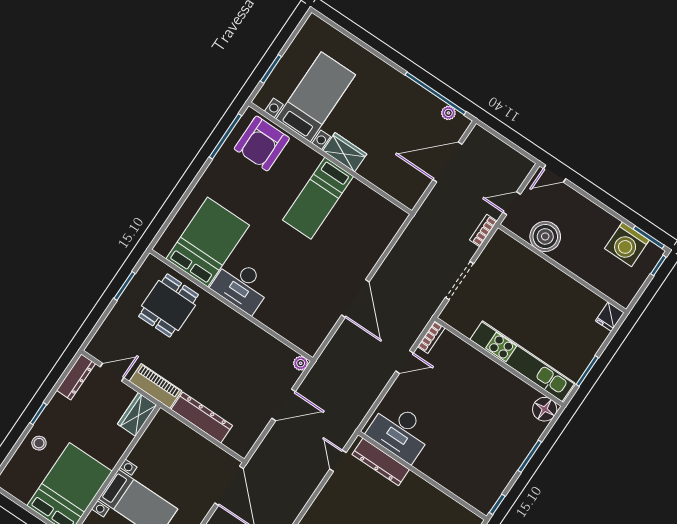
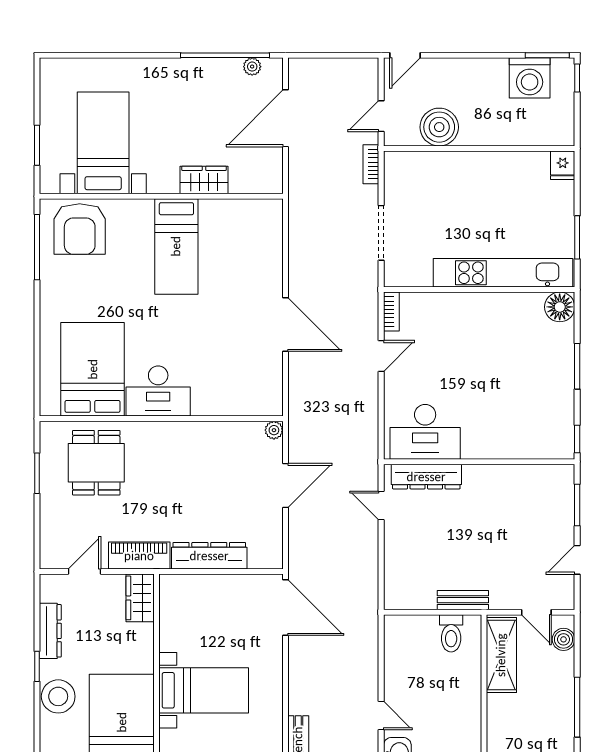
wardrobe: (345, 152) -> (204, 180), moved
dresser: (76, 377) -> (50, 631), moved
stool: (39, 443) -> (58, 696), width x1.89, depth x1.89

